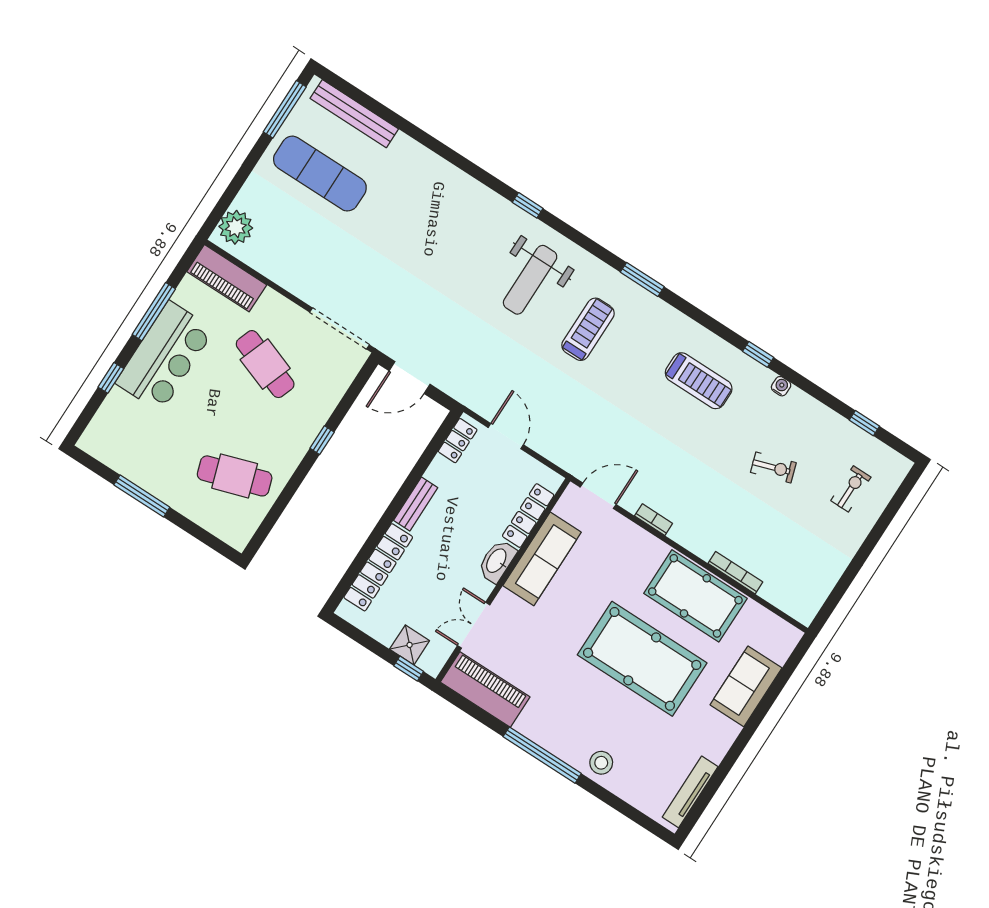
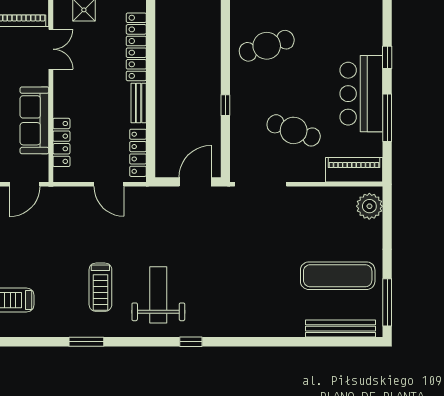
locker: (458, 441) -> (138, 153), width x1.53
washbasin: (497, 561) -> (63, 100), removed

